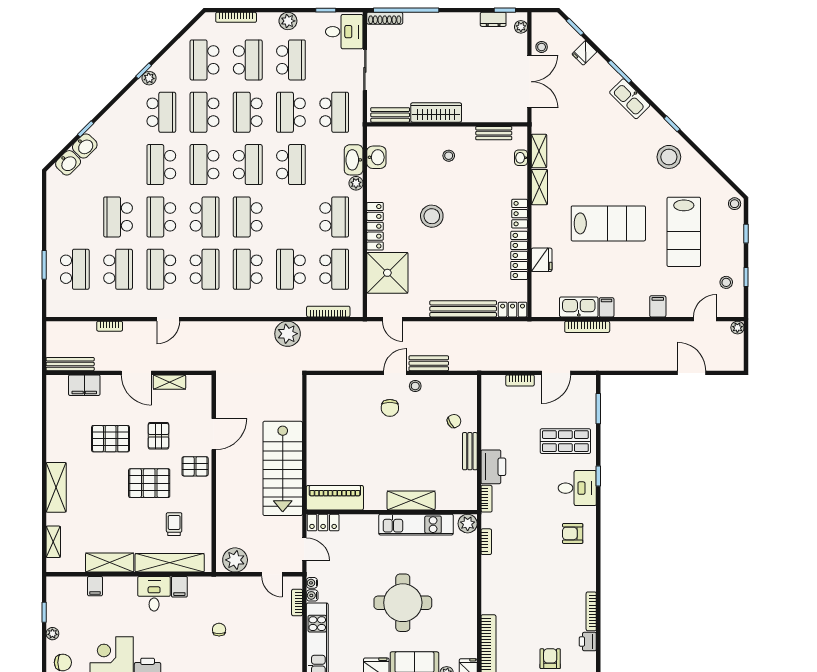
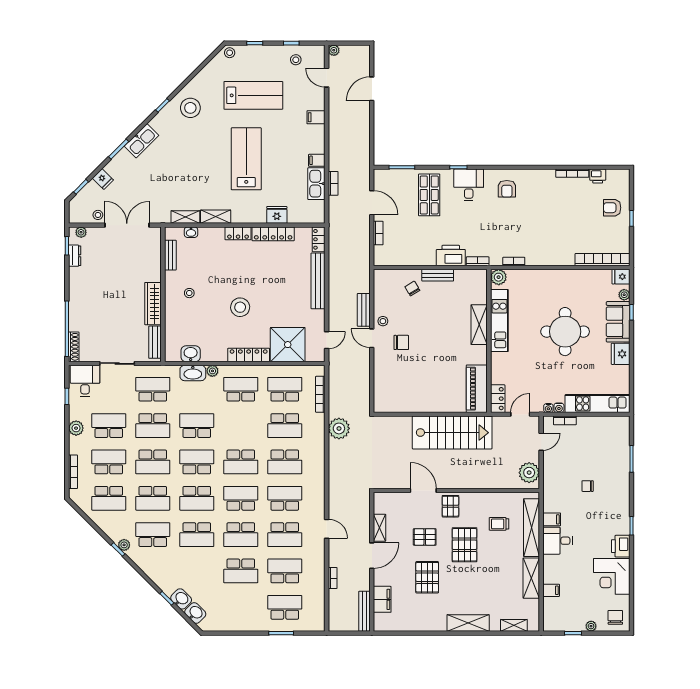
bookcase: (587, 327) -> (333, 183), width x0.64

